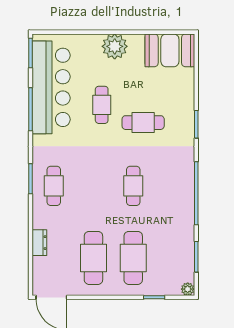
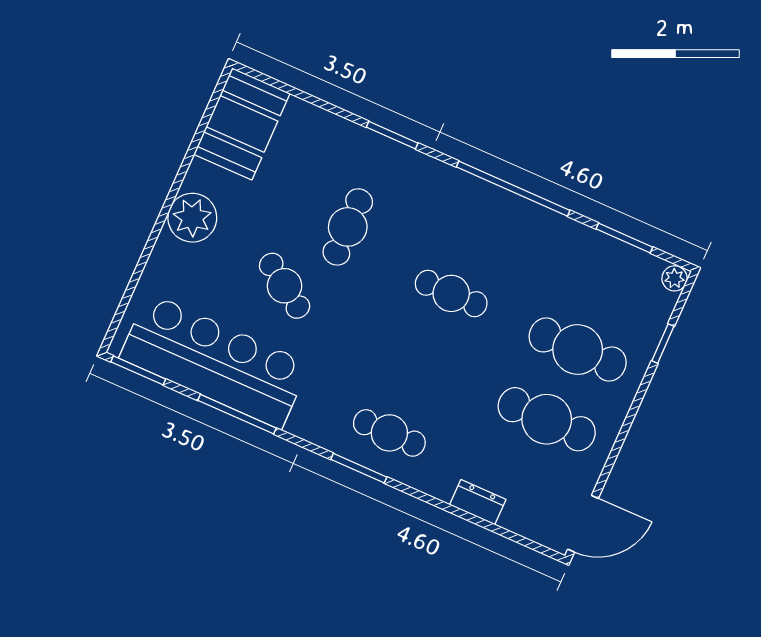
cafe table: (102, 105) -> (285, 286), turned 34

